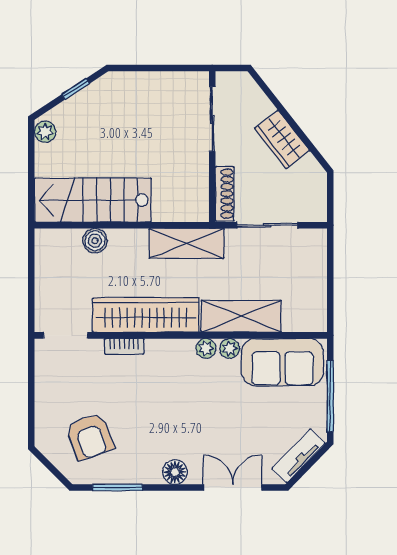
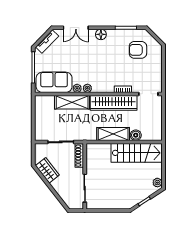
wardrobe: (282, 139) -> (47, 170), moved
shelving: (186, 243) -> (113, 134), moved
armchair: (90, 437) -> (138, 50), turned -70

